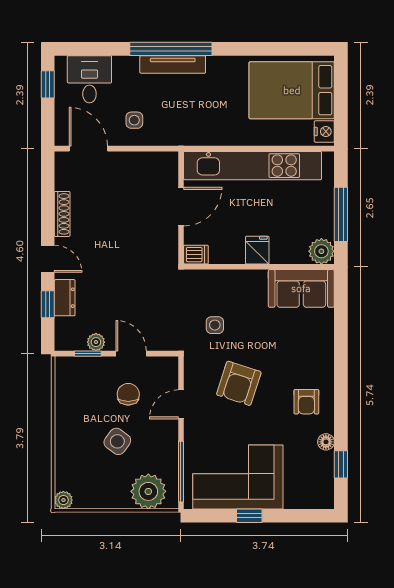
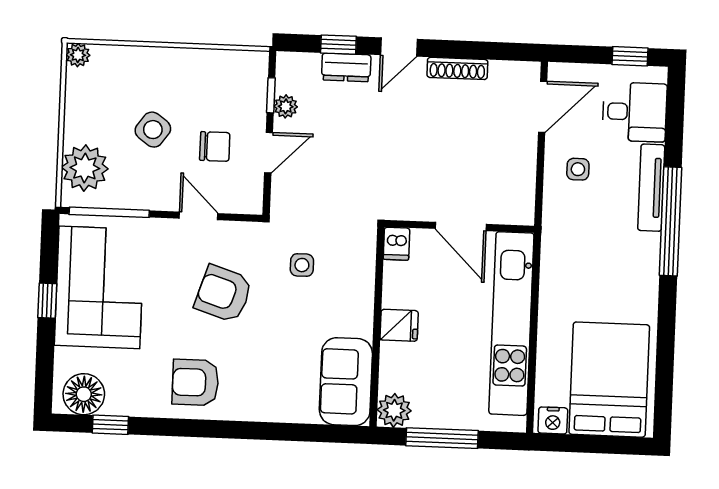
tv unit: (173, 64) -> (651, 188), moved
armchair: (306, 402) -> (195, 382), width x1.38, depth x1.38
floor lamp: (326, 442) -> (84, 394), moved, width x1.89, depth x1.89

